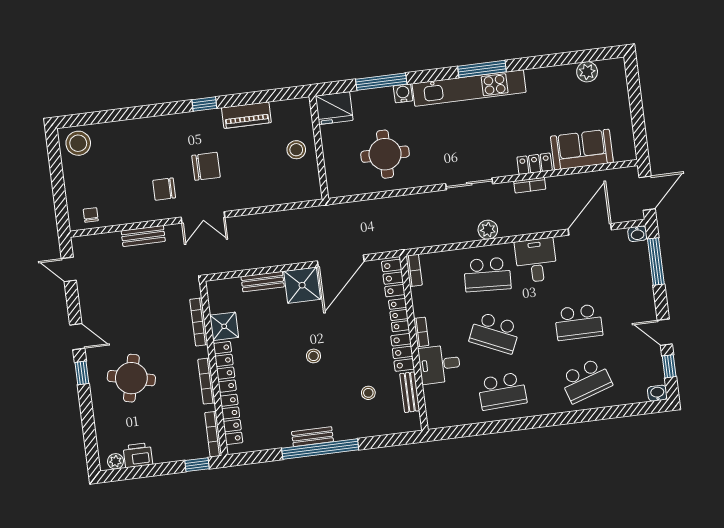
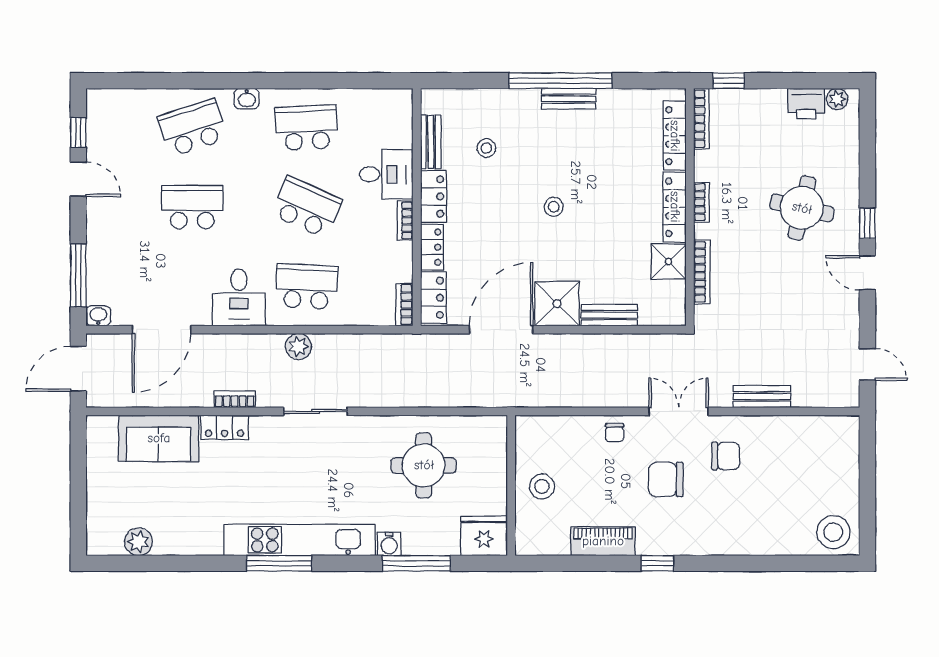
chair: (91, 215) -> (615, 433), moved
bookcase: (206, 381) -> (702, 202), width x0.64
washbasin: (657, 393) -> (247, 99), moved

